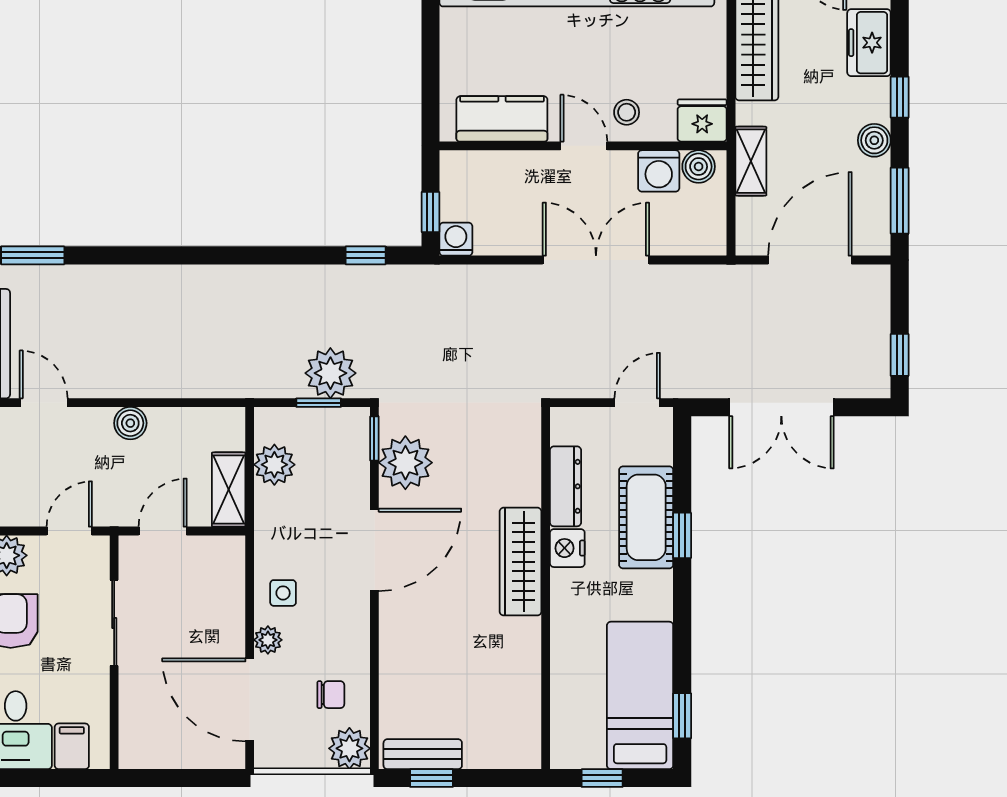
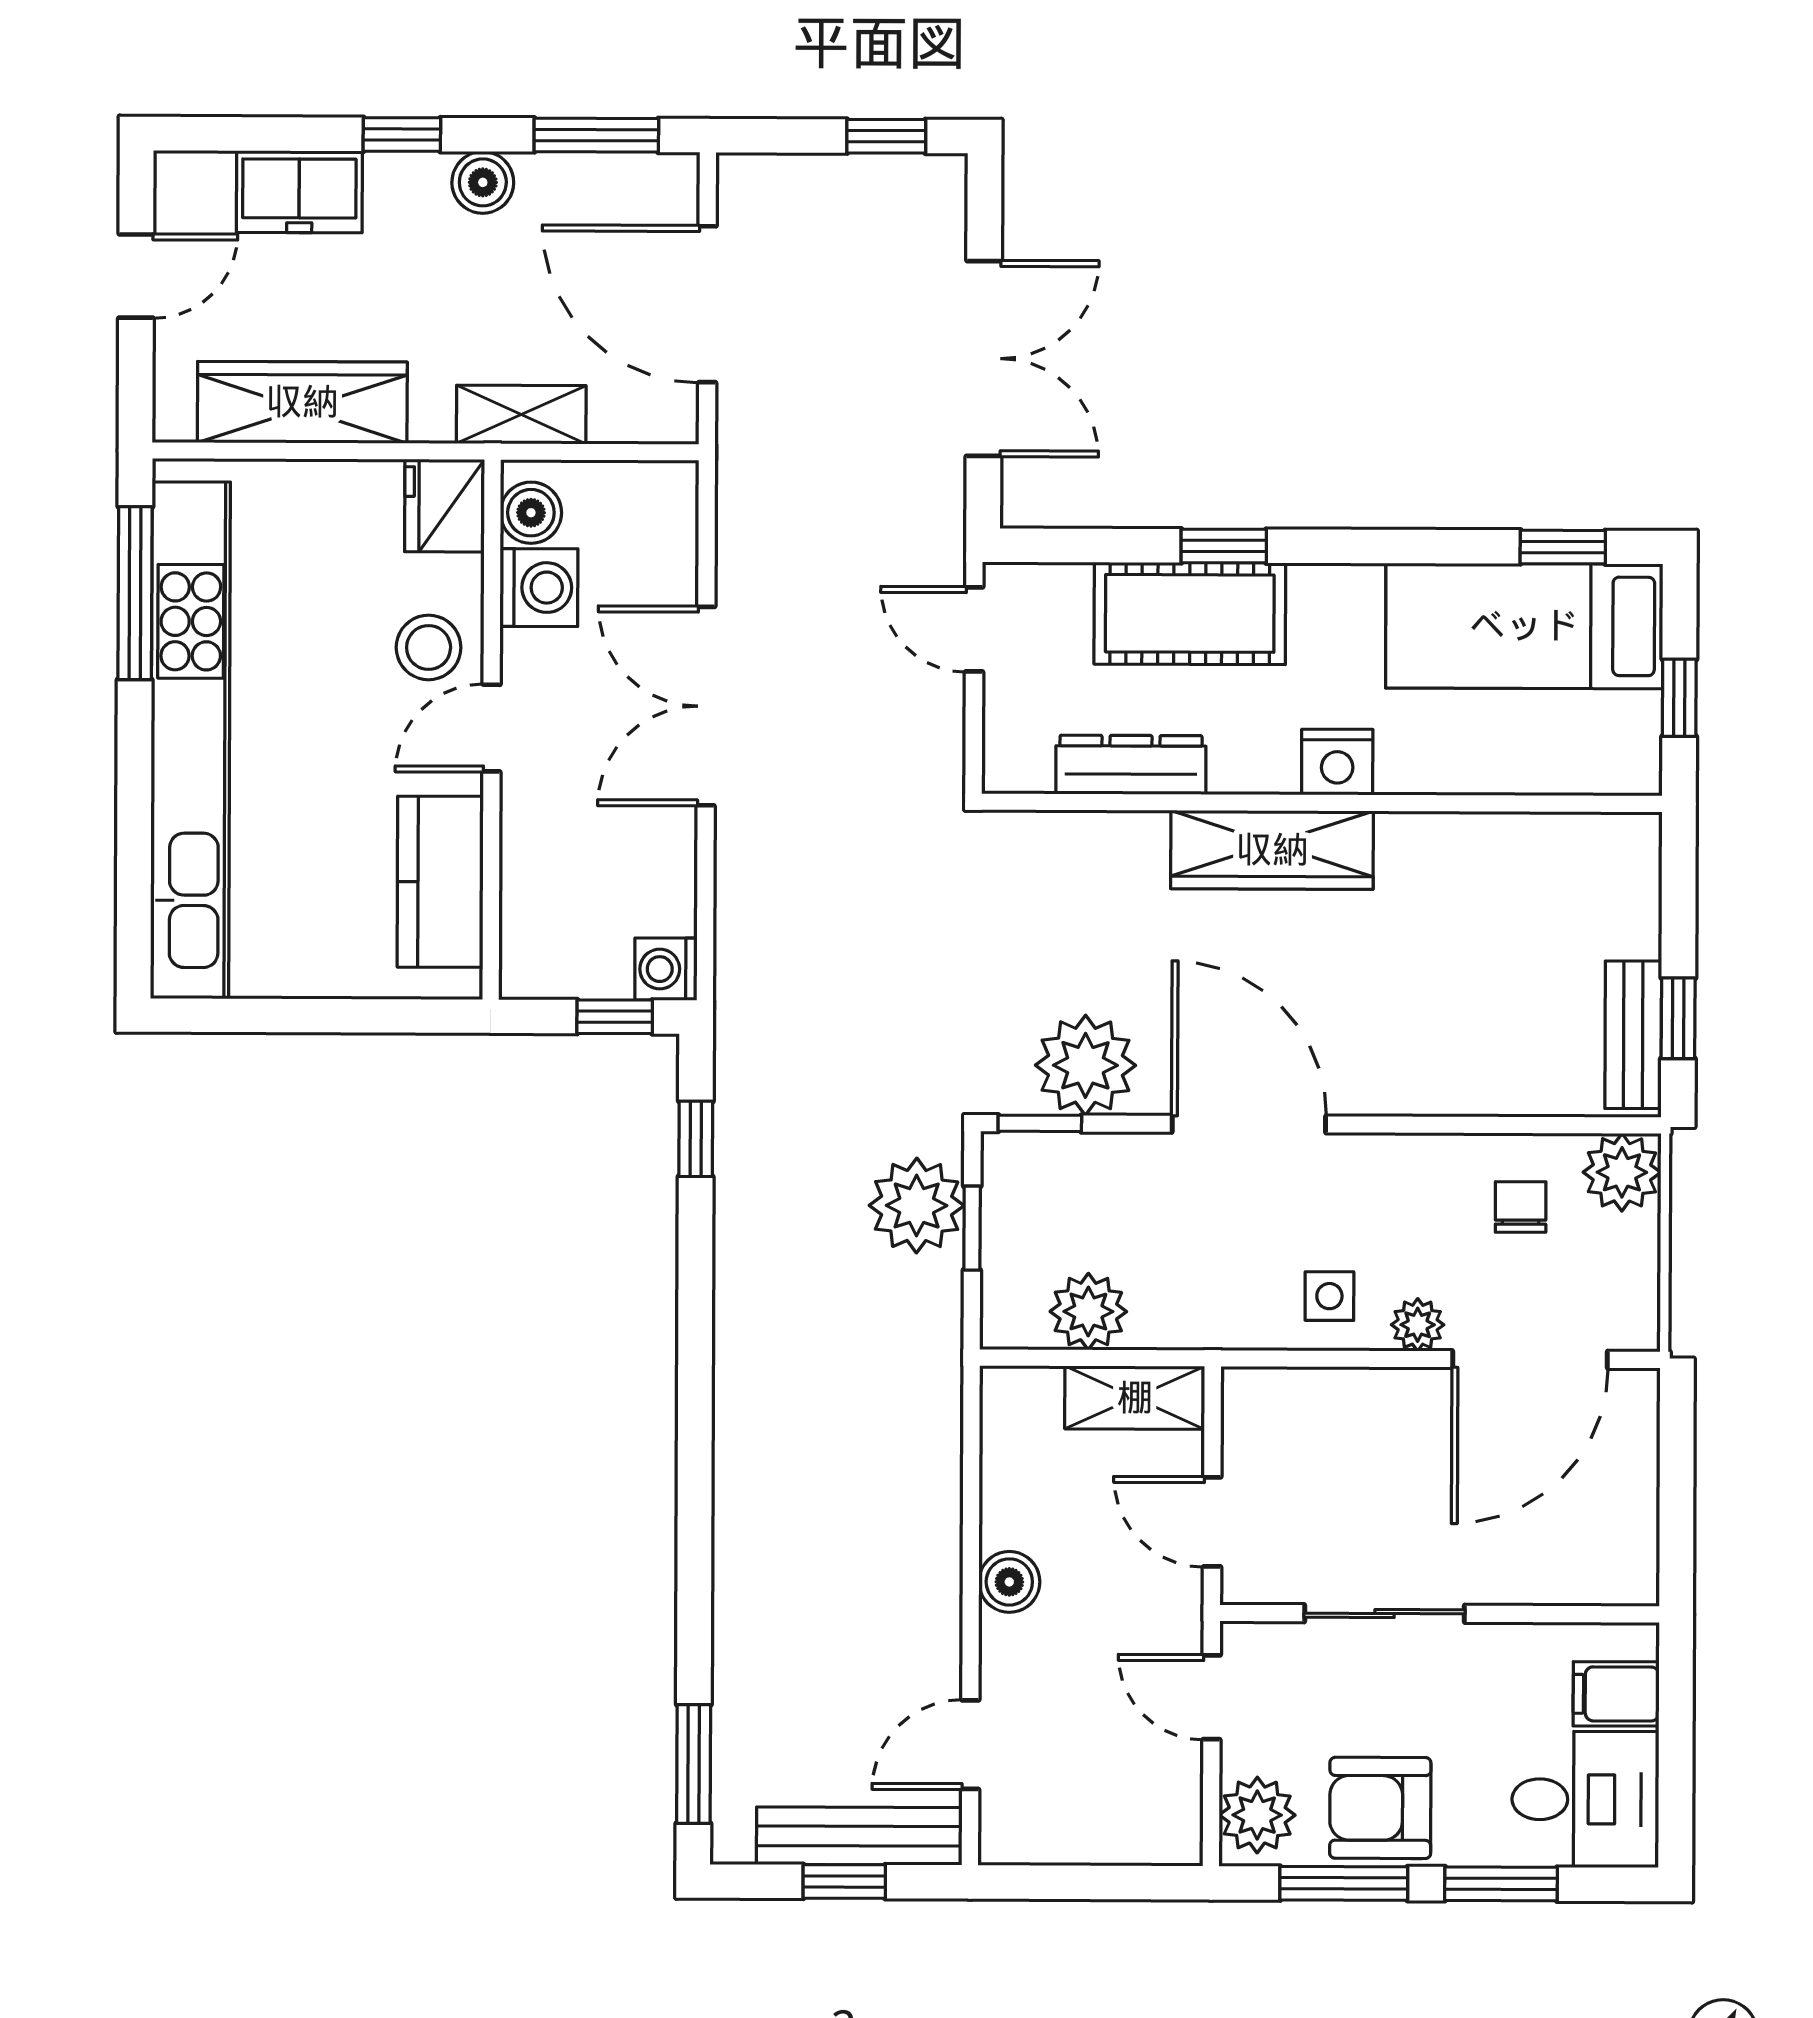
stool: (627, 112) -> (429, 647), width x1.37, depth x1.37
nightstand: (567, 548) -> (1337, 762), moved

